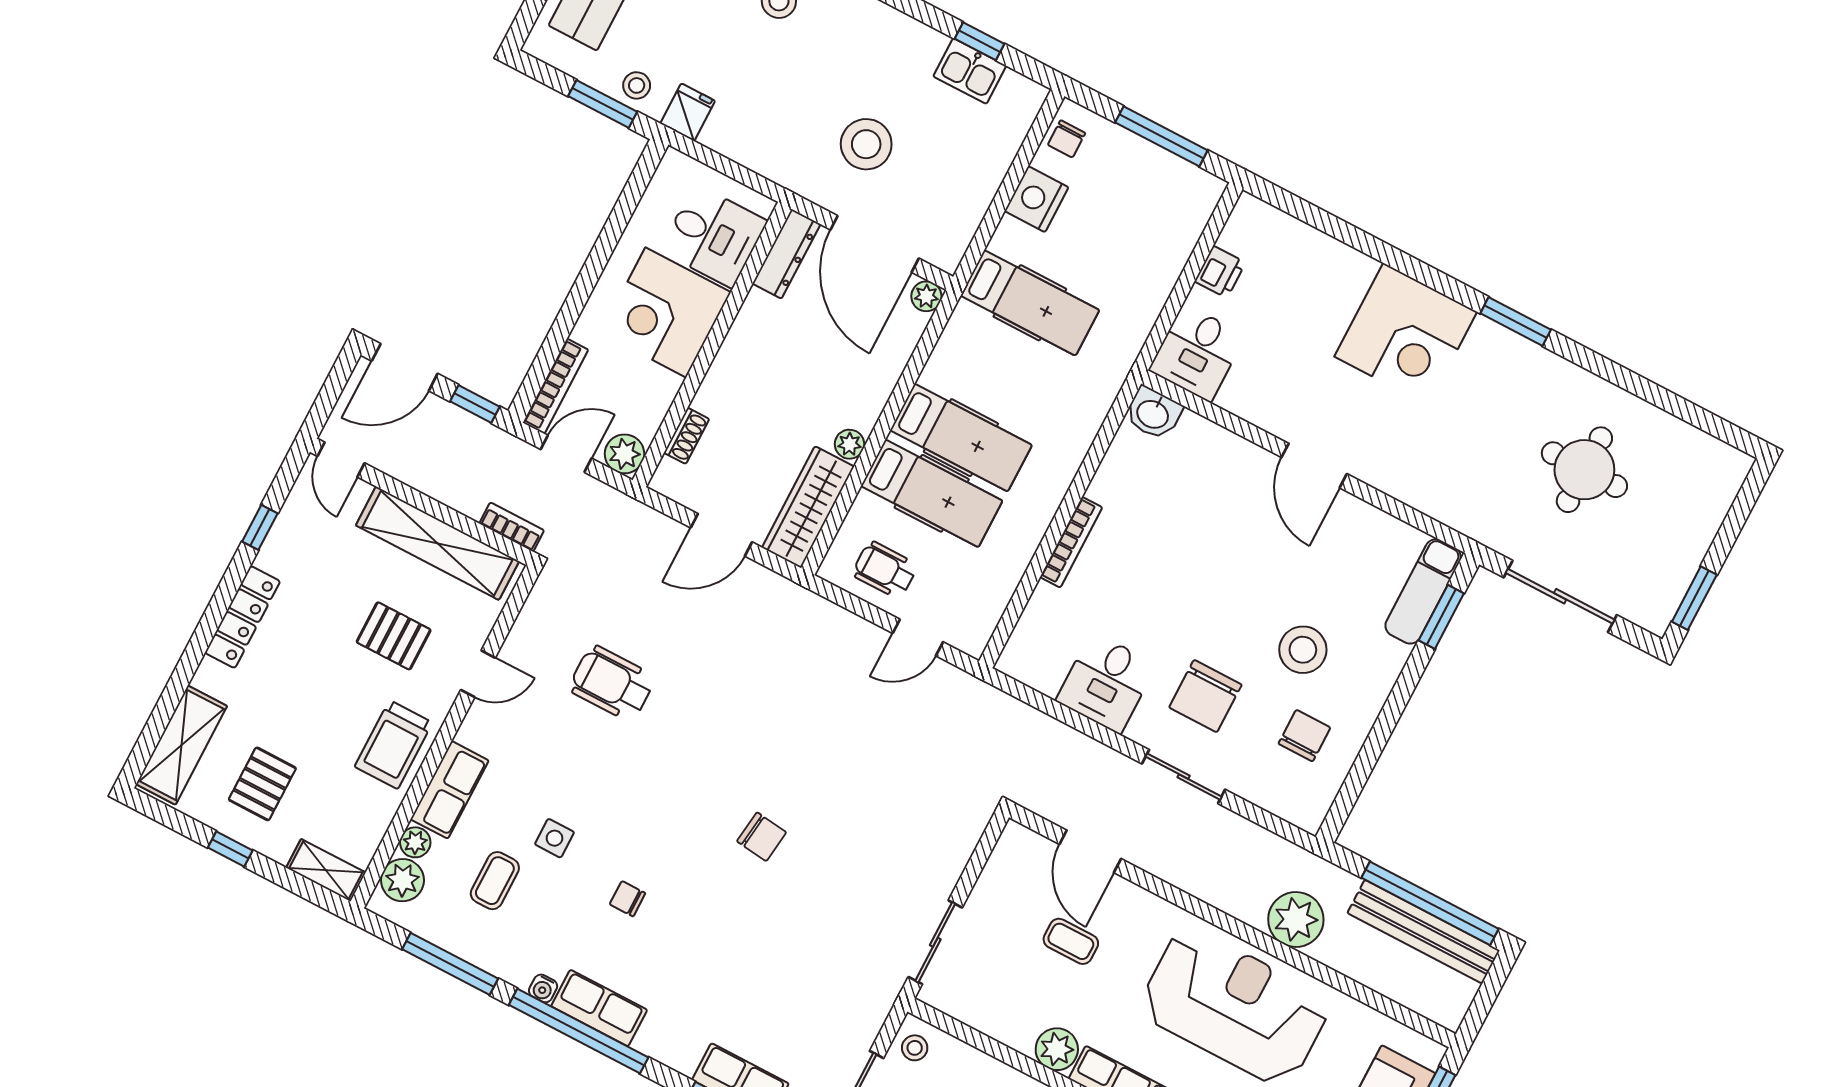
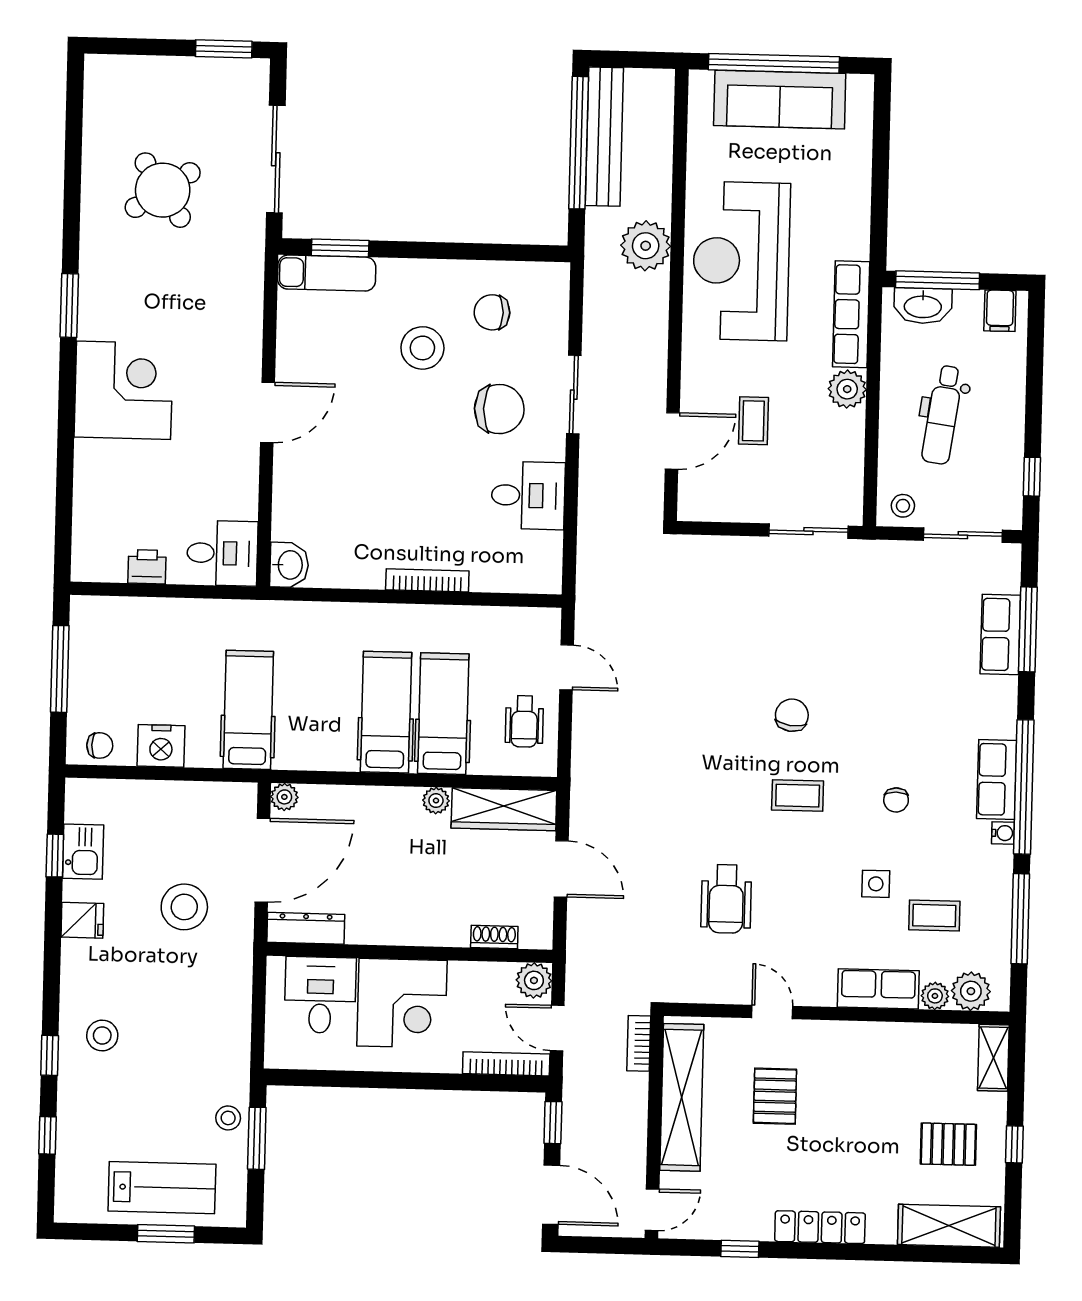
fridge: (688, 112) -> (82, 920), moved, turned 180
round table: (1584, 470) -> (163, 190), turned -34
trolley: (394, 745) -> (864, 1053), removed
coffee table: (679, 804) -> (798, 796), added

